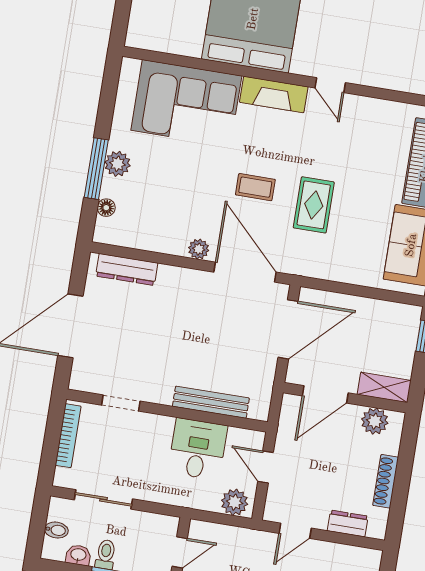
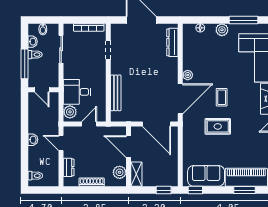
window: (96, 169) -> (244, 20), moved
desk: (198, 449) -> (77, 92), moved, turned 180

